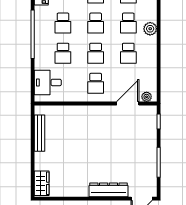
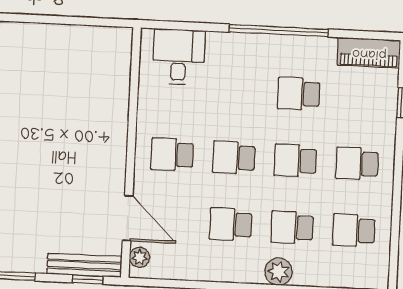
school desk: (63, 53) -> (237, 91), removed
bench: (40, 133) -> (84, 265), moved

